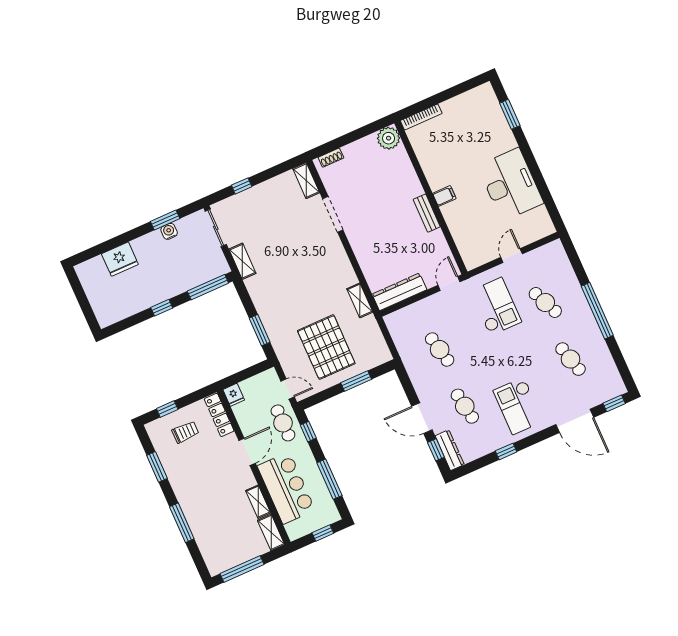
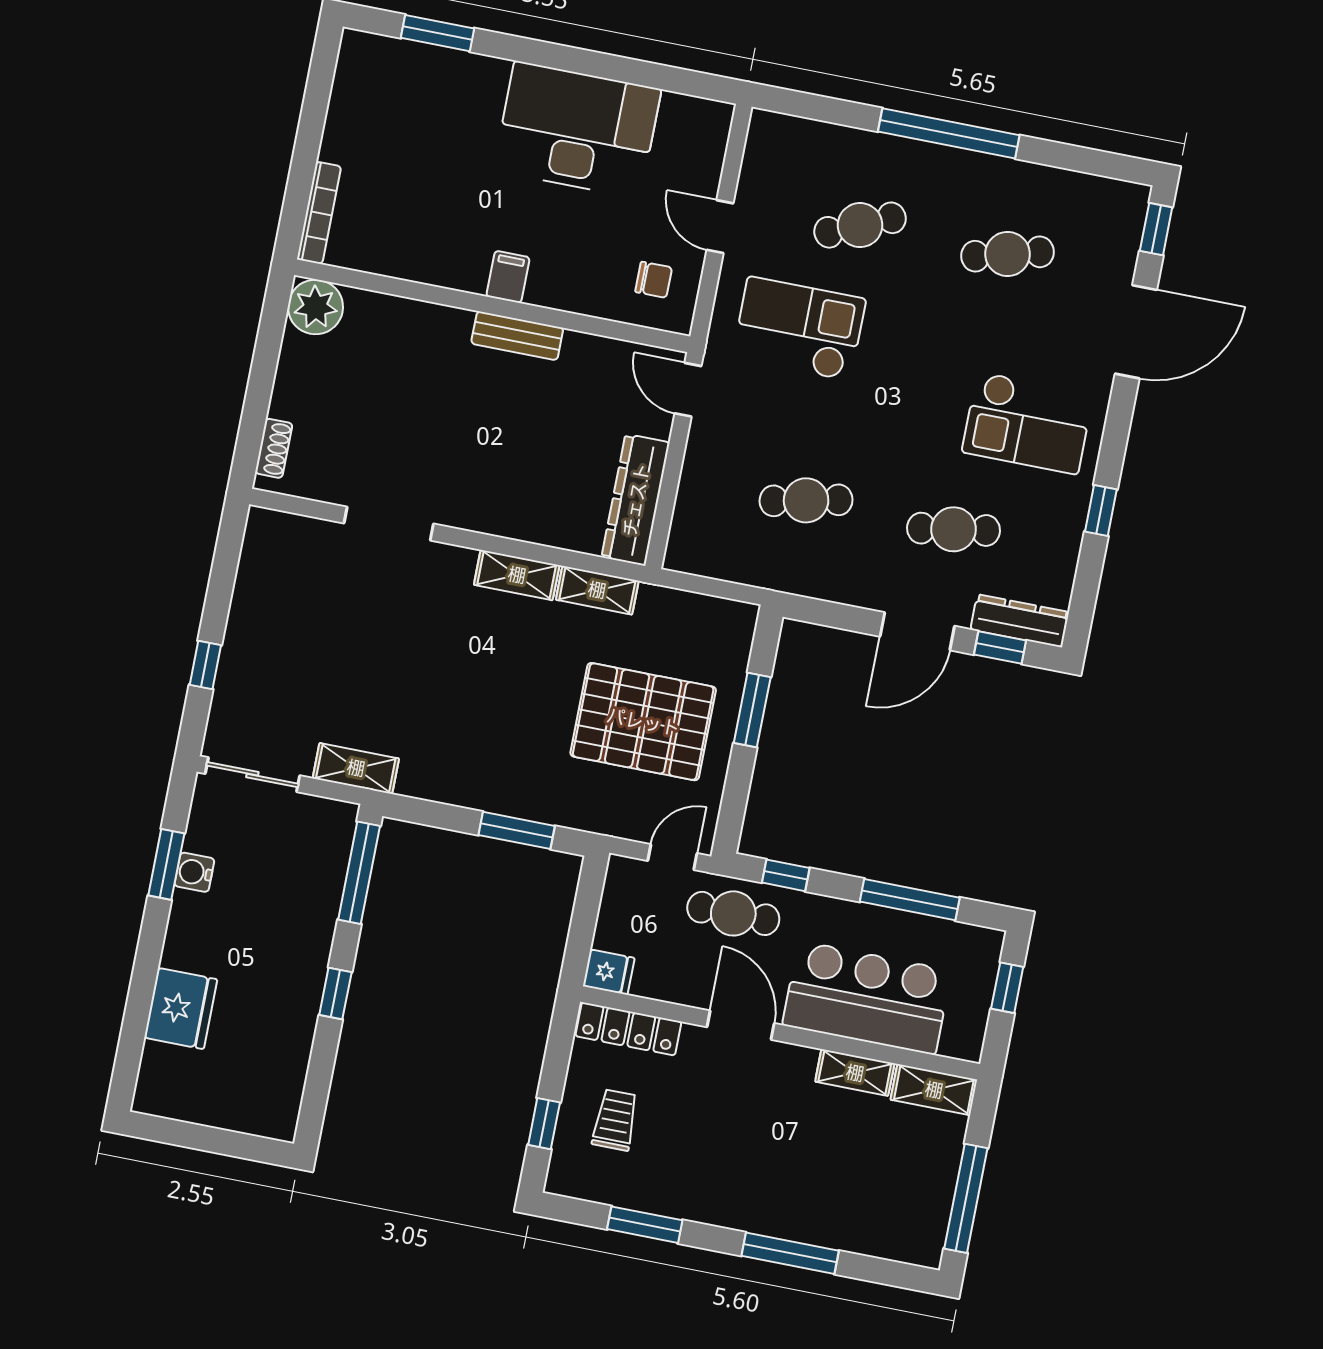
shelving: (306, 181) -> (517, 575), moved
chair: (478, 246) -> (654, 280), added

